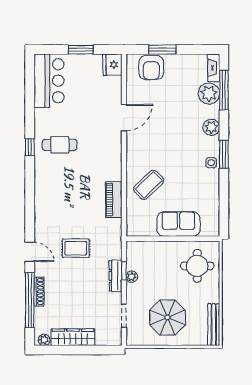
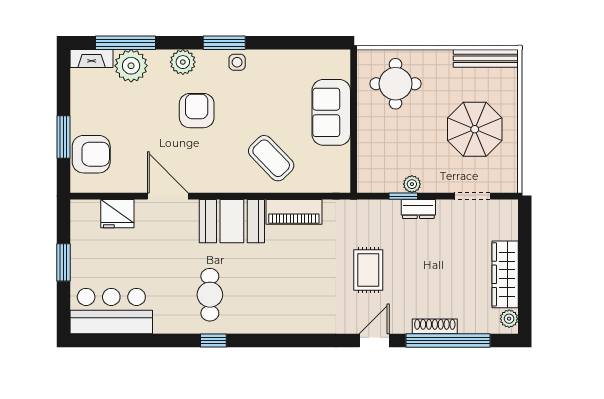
fridge: (113, 65) -> (117, 214), moved
armchair: (180, 136) -> (197, 111), added
booth: (108, 159) -> (232, 221), added
dresser: (116, 276) -> (418, 209), width x0.70

